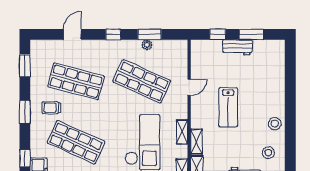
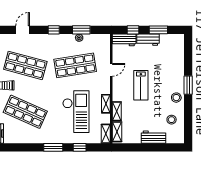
workbench: (206, 48) -> (124, 40), added
shop shelf: (142, 81) -> (75, 65), turned -33
window: (290, 107) -> (188, 85), added

